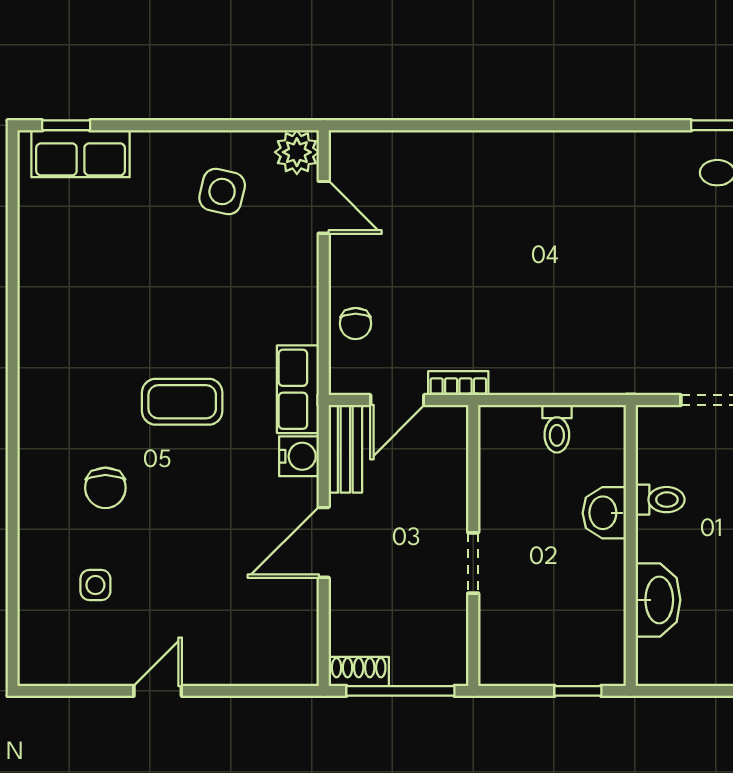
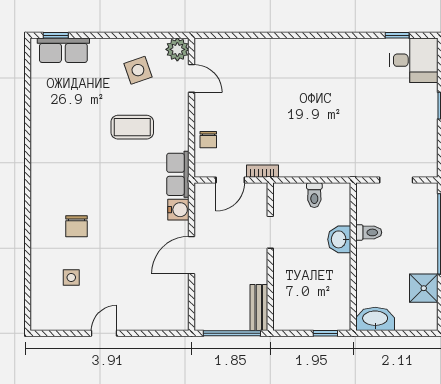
side table: (222, 191) -> (138, 70), turned -32
coffee table: (182, 402) -> (132, 127), moved
bench: (345, 449) -> (259, 308), moved
doorway: (473, 563) -> (270, 232), moved
washbasin: (658, 600) -> (375, 319), moved, turned -90
shoe rack: (359, 671) -> (210, 323), removed

